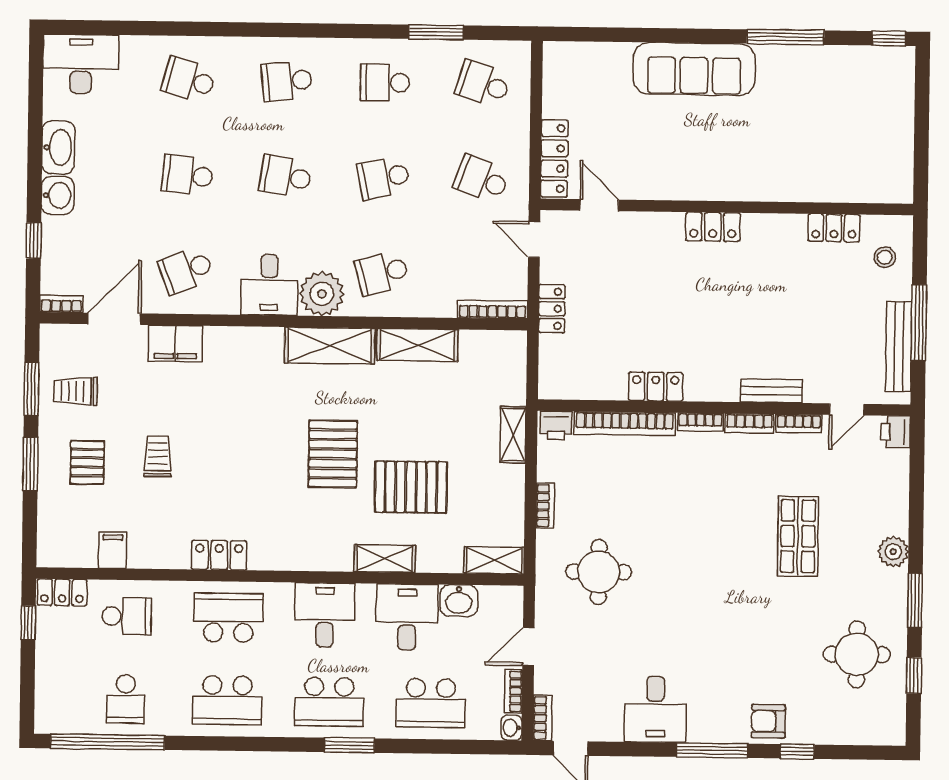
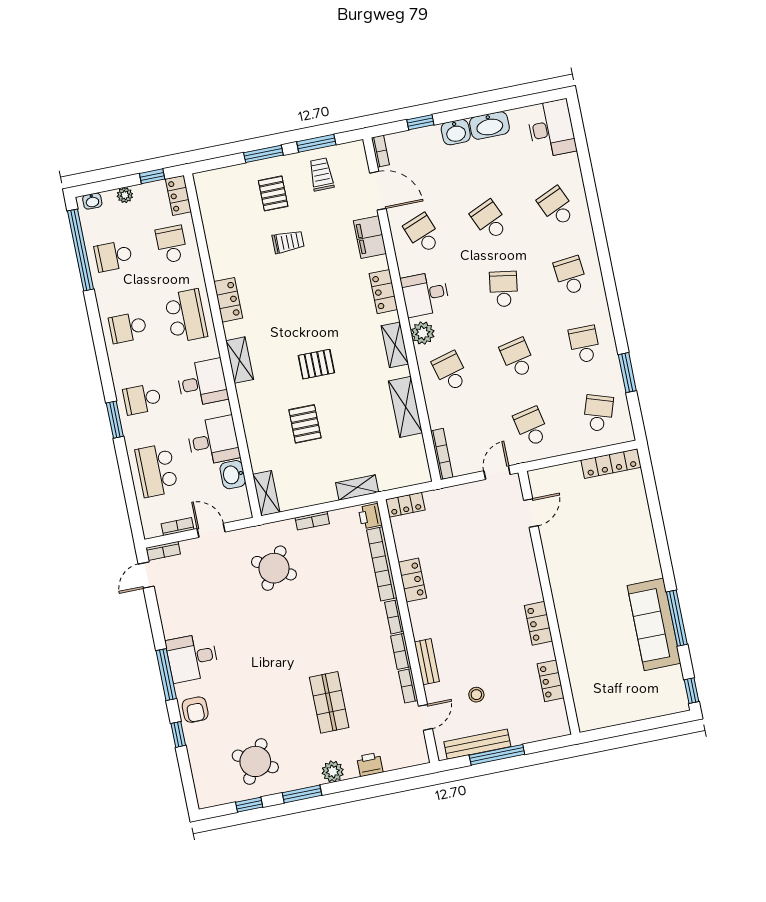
sofa: (694, 69) -> (654, 624), moved
school desk: (189, 80) -> (557, 207), turned -39
locker: (554, 158) -> (611, 464), moved
school desk: (187, 175) -> (490, 220), turned -30
school desk: (482, 179) -> (531, 427), turned -33
locker: (713, 227) -> (538, 623), moved
stool: (885, 257) -> (476, 695), moved
plant: (322, 294) -> (423, 333), width x0.73, depth x0.73
locker: (552, 309) -> (405, 505), moved
locker: (254, 341) -> (383, 292), added
shelving: (330, 346) -> (395, 345), width x0.67, depth x0.75
door: (847, 409) -> (425, 717), swing flipped
printer: (896, 432) -> (370, 764), moved
pallet: (333, 454) -> (316, 364), width x0.67, depth x0.71
pallet: (87, 462) -> (273, 193), turned 90
pallet: (411, 487) -> (305, 424), width x0.67, depth x0.71
shop shelf: (798, 536) -> (329, 702), turned 90
filing cabinet: (113, 550) -> (216, 224), removed
shelving: (385, 558) -> (240, 360), moved
round table: (599, 572) -> (274, 568), turned 32
school desk: (127, 616) -> (172, 244), turned 180
round table: (857, 654) -> (255, 761), turned 30
plant: (46, 665) -> (125, 195), added
school desk: (227, 700) -> (128, 328), width x0.54
school desk: (329, 702) -> (142, 399), width x0.54
desk: (655, 709) -> (192, 658), moved
armchair: (768, 721) -> (195, 710), turned 180
washbasin: (511, 728) -> (92, 201), moved, turned 180

